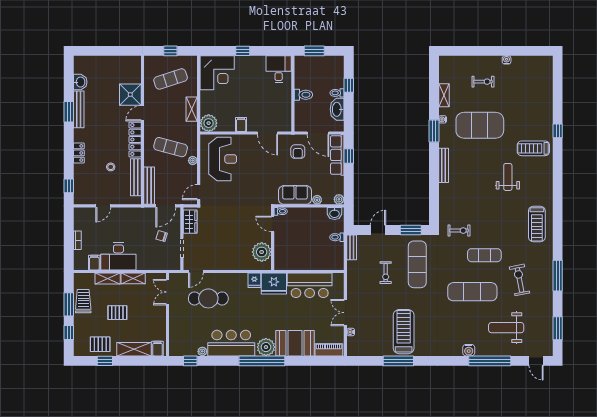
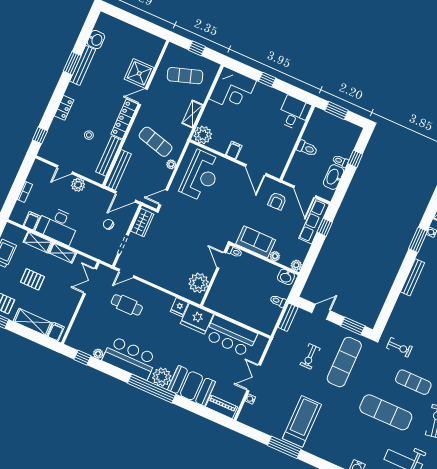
plant: (120, 214) -> (78, 185), added
cafe table: (208, 298) -> (127, 305), width x0.73, depth x0.74

